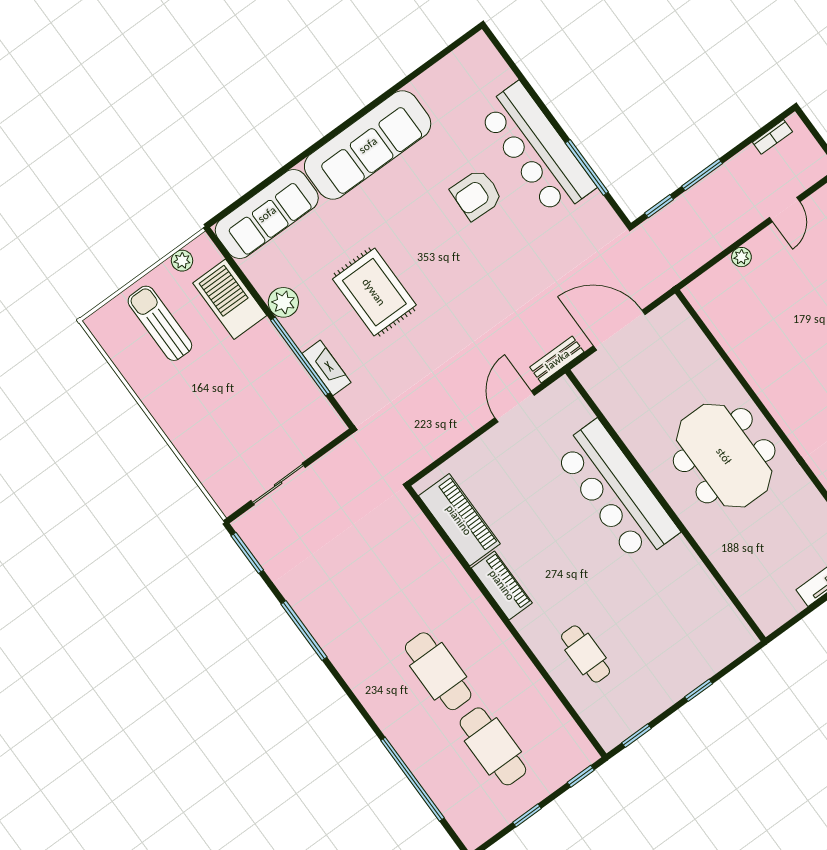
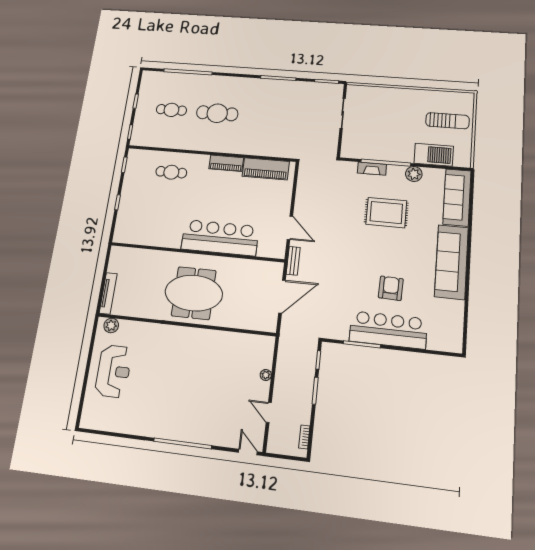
plant: (182, 261) -> (466, 149), removed
cafe table: (493, 746) -> (171, 110), width x0.73, depth x0.74

